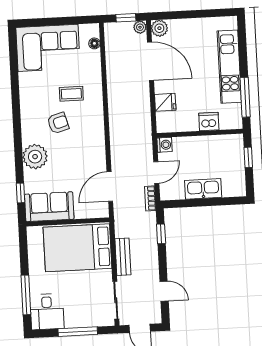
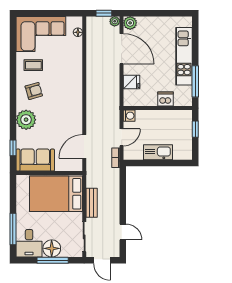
coffee table: (71, 94) -> (33, 65), moved
armchair: (58, 123) -> (34, 91), moved
window: (161, 234) -> (123, 186), removed
floor lamp: (76, 317) -> (52, 248), added

